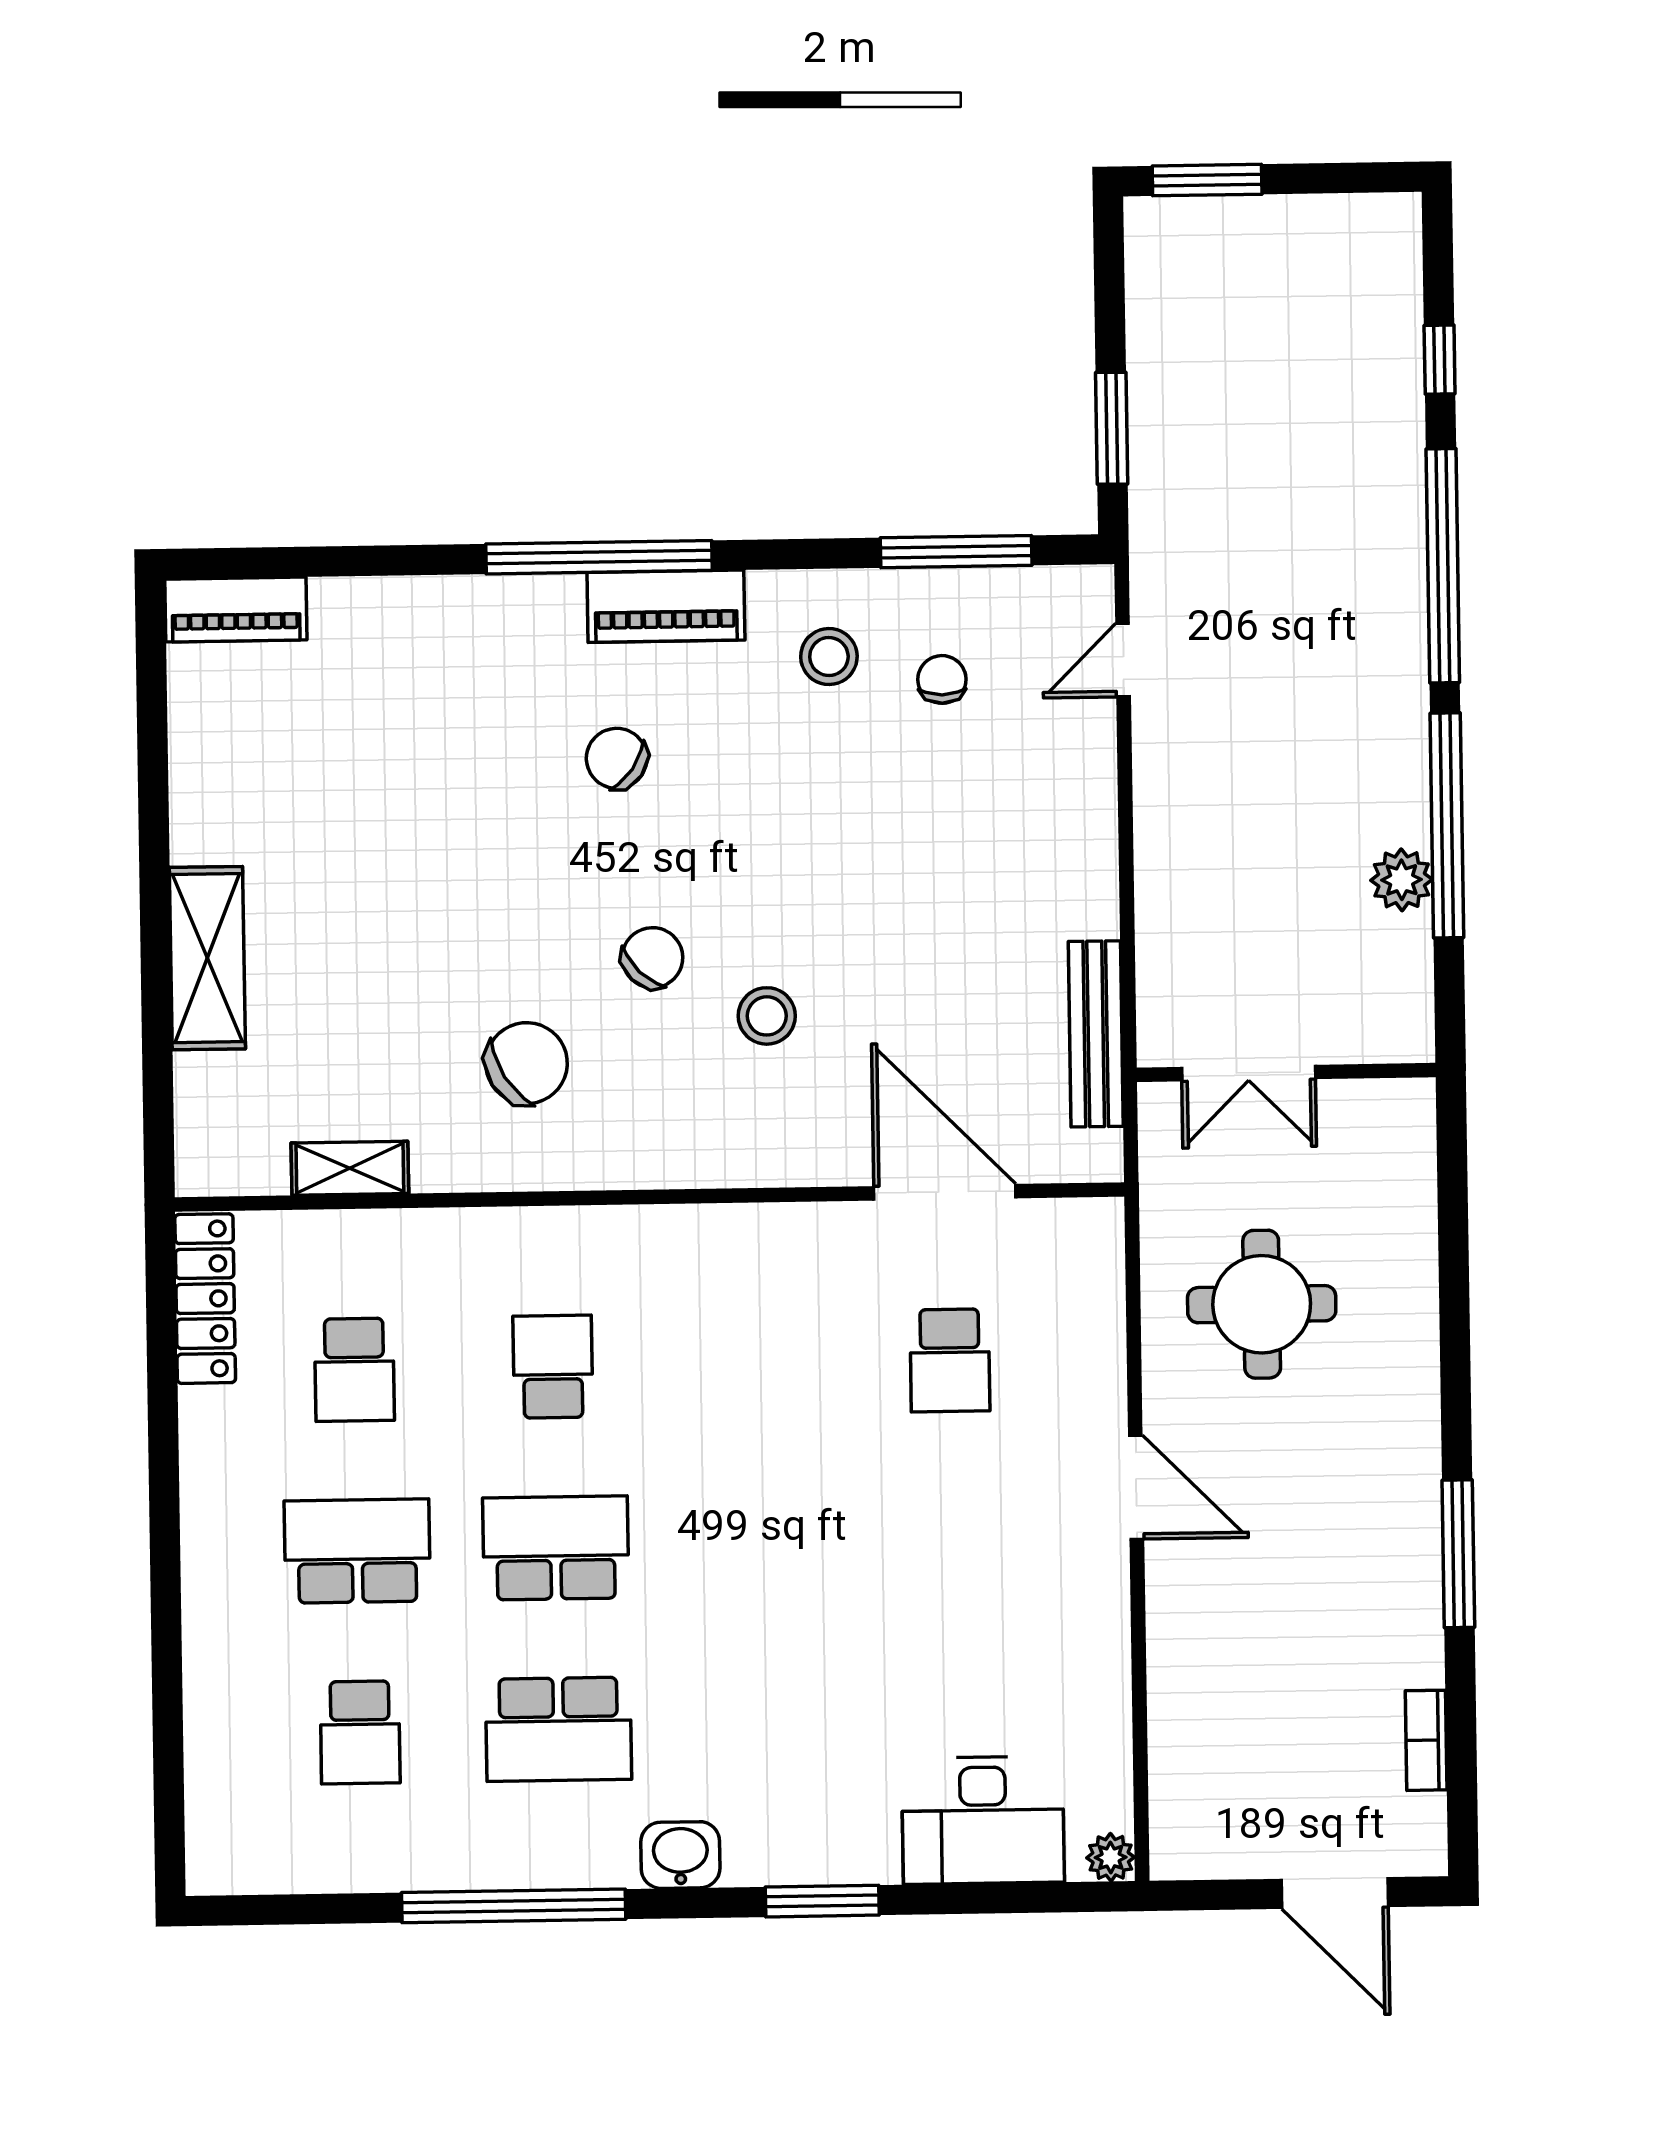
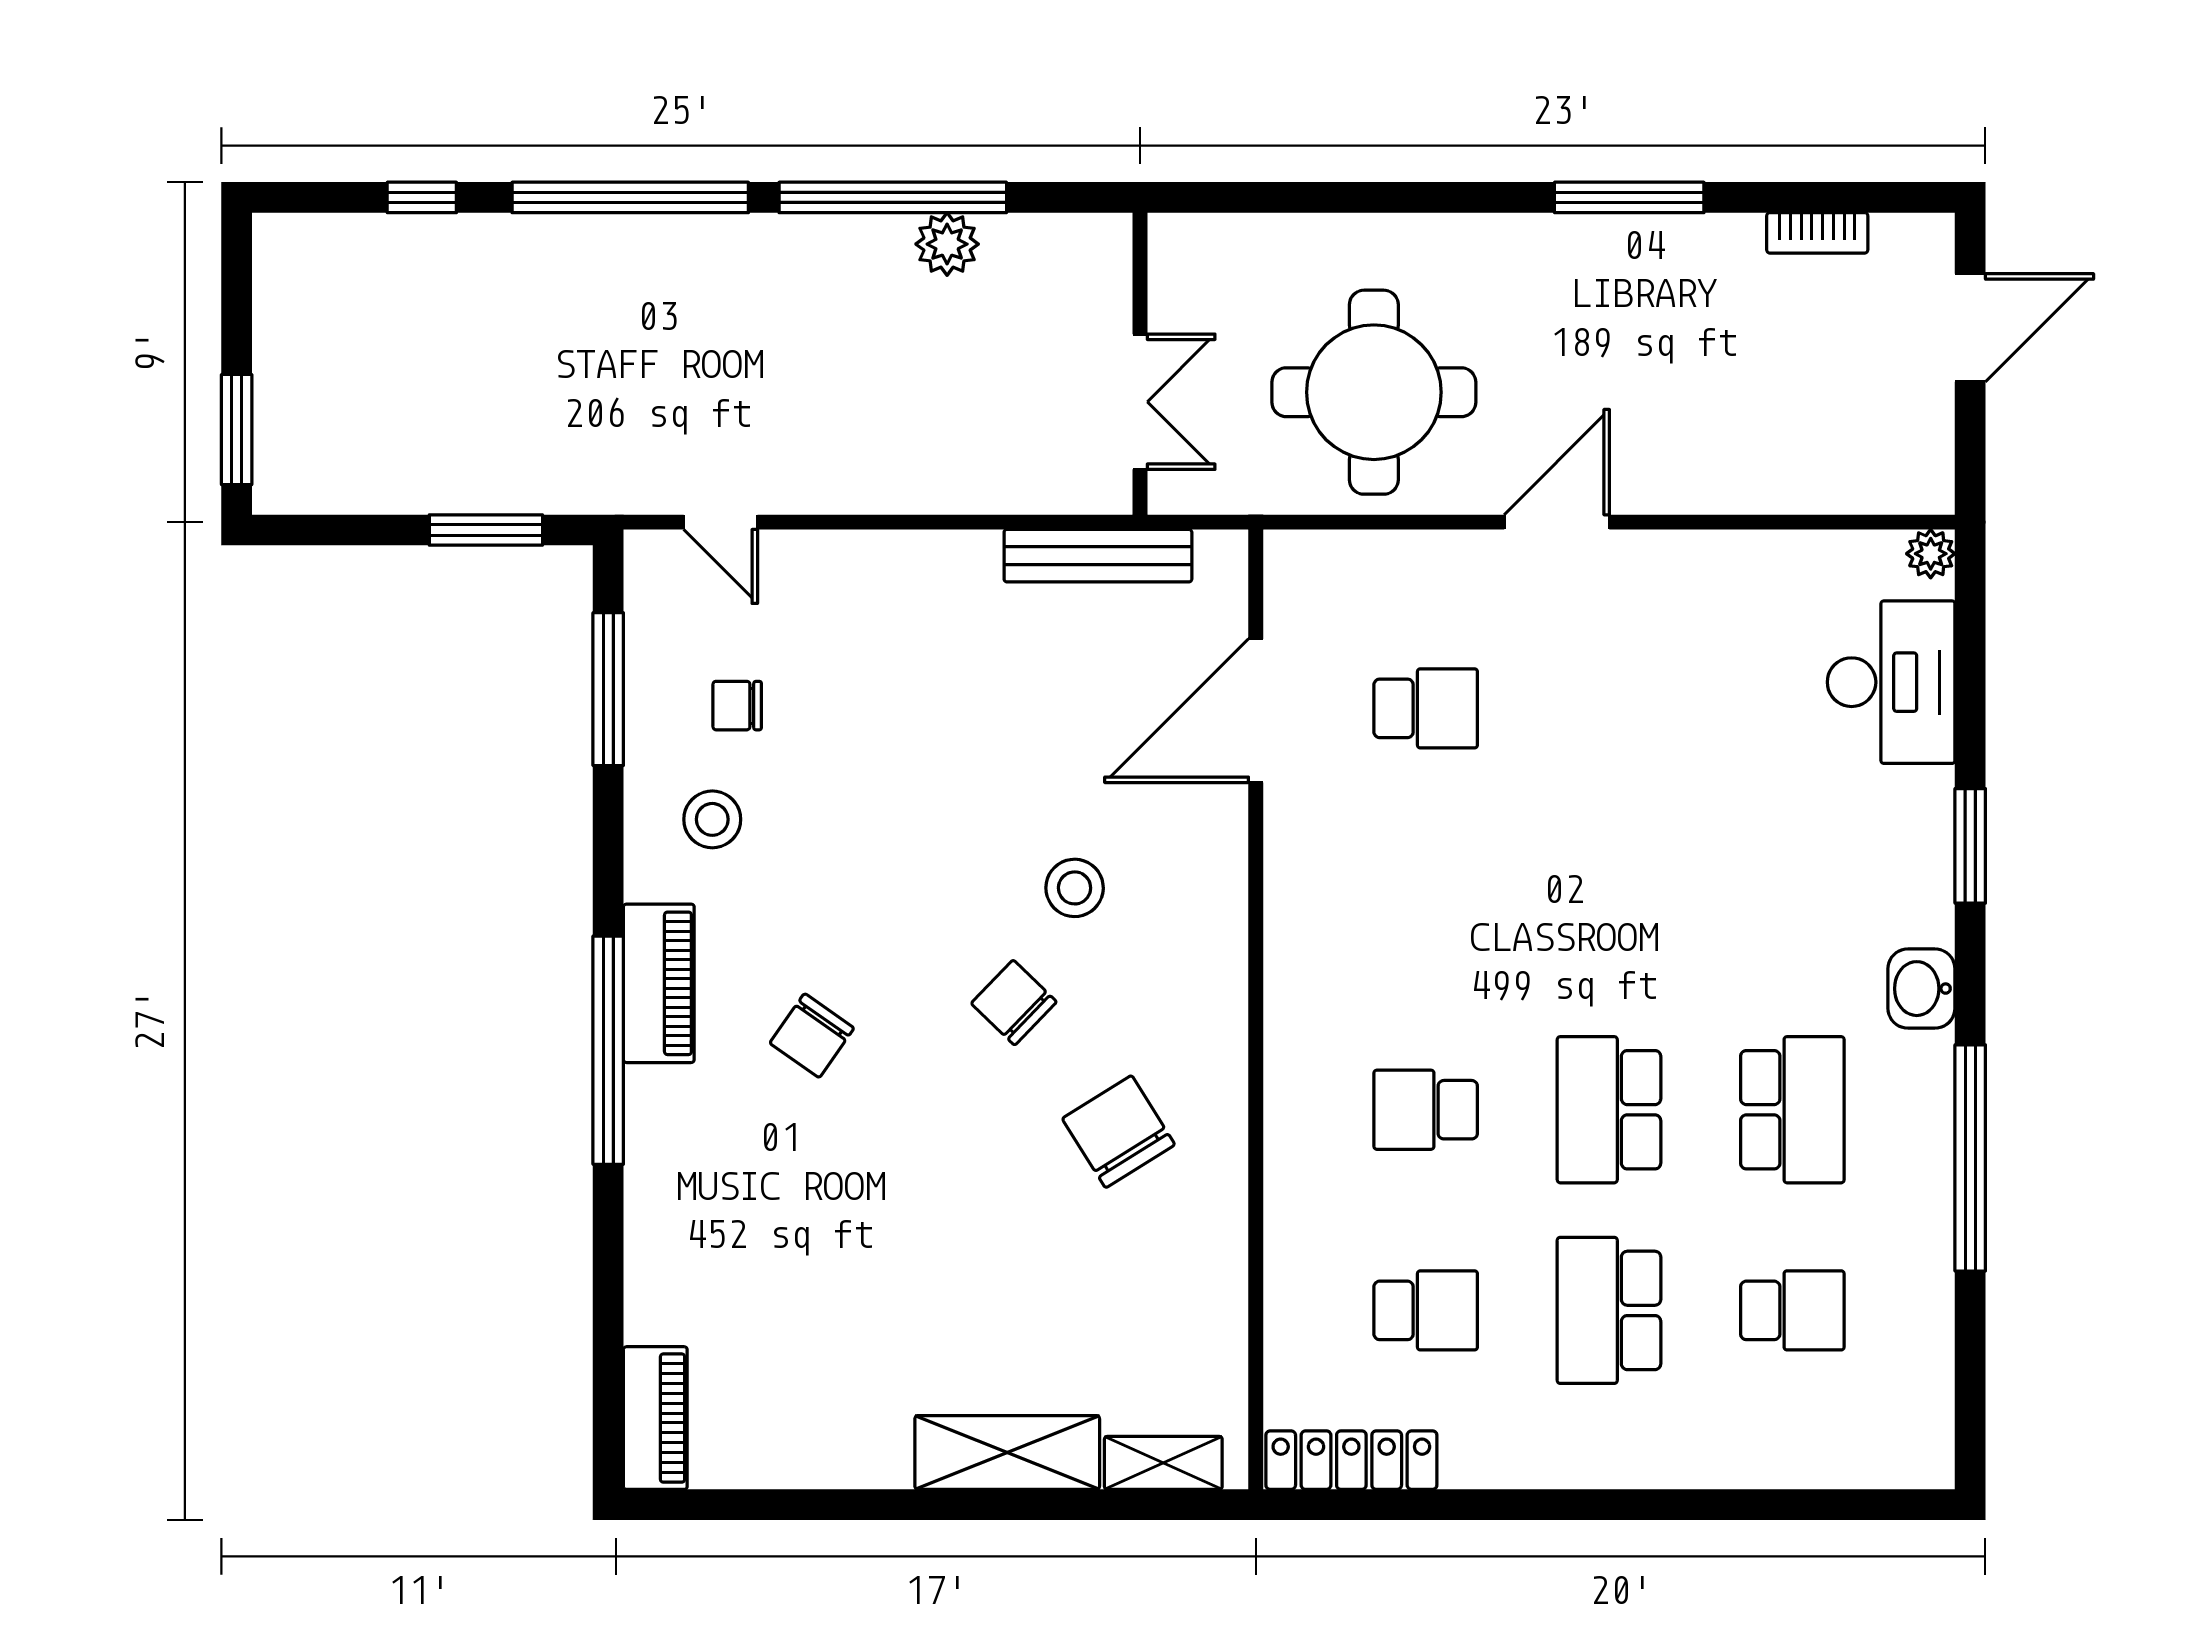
shelving: (350, 1168) -> (1163, 1463), moved, turned 90
round table: (1262, 1304) -> (1374, 392), width x1.36, depth x1.36

